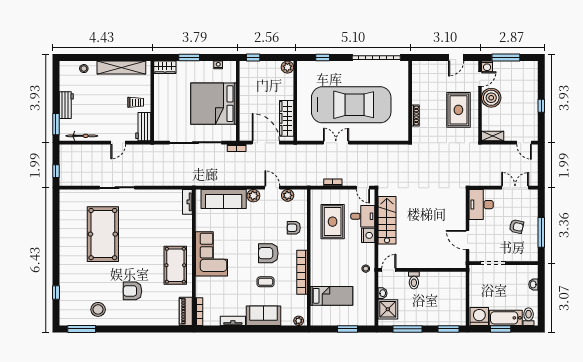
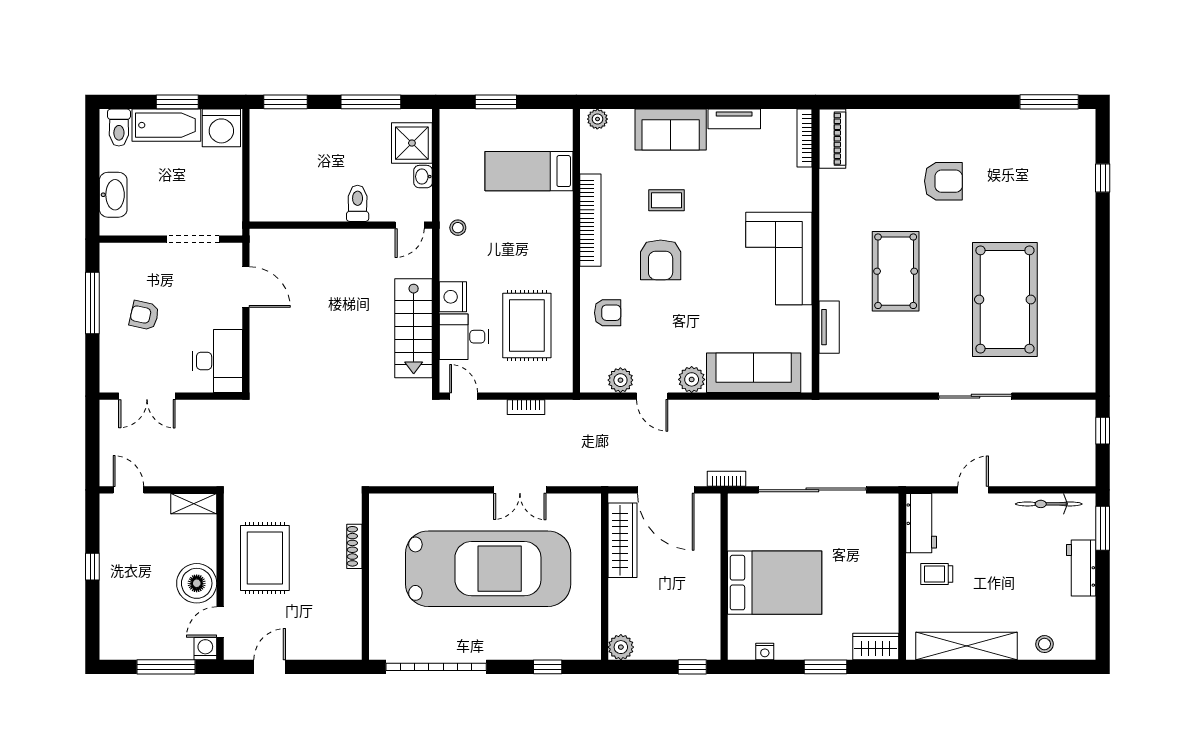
bed: (214, 104) -> (775, 583), width x0.73
car: (351, 105) -> (488, 569), turned 180
tv unit: (187, 202) -> (829, 327), moved
armchair: (268, 253) -> (661, 260), turned 90
pool table: (175, 265) -> (896, 271), moved
washbasin: (533, 284) -> (113, 195), width x1.91, depth x1.45
stool: (98, 309) -> (1015, 143), removed

